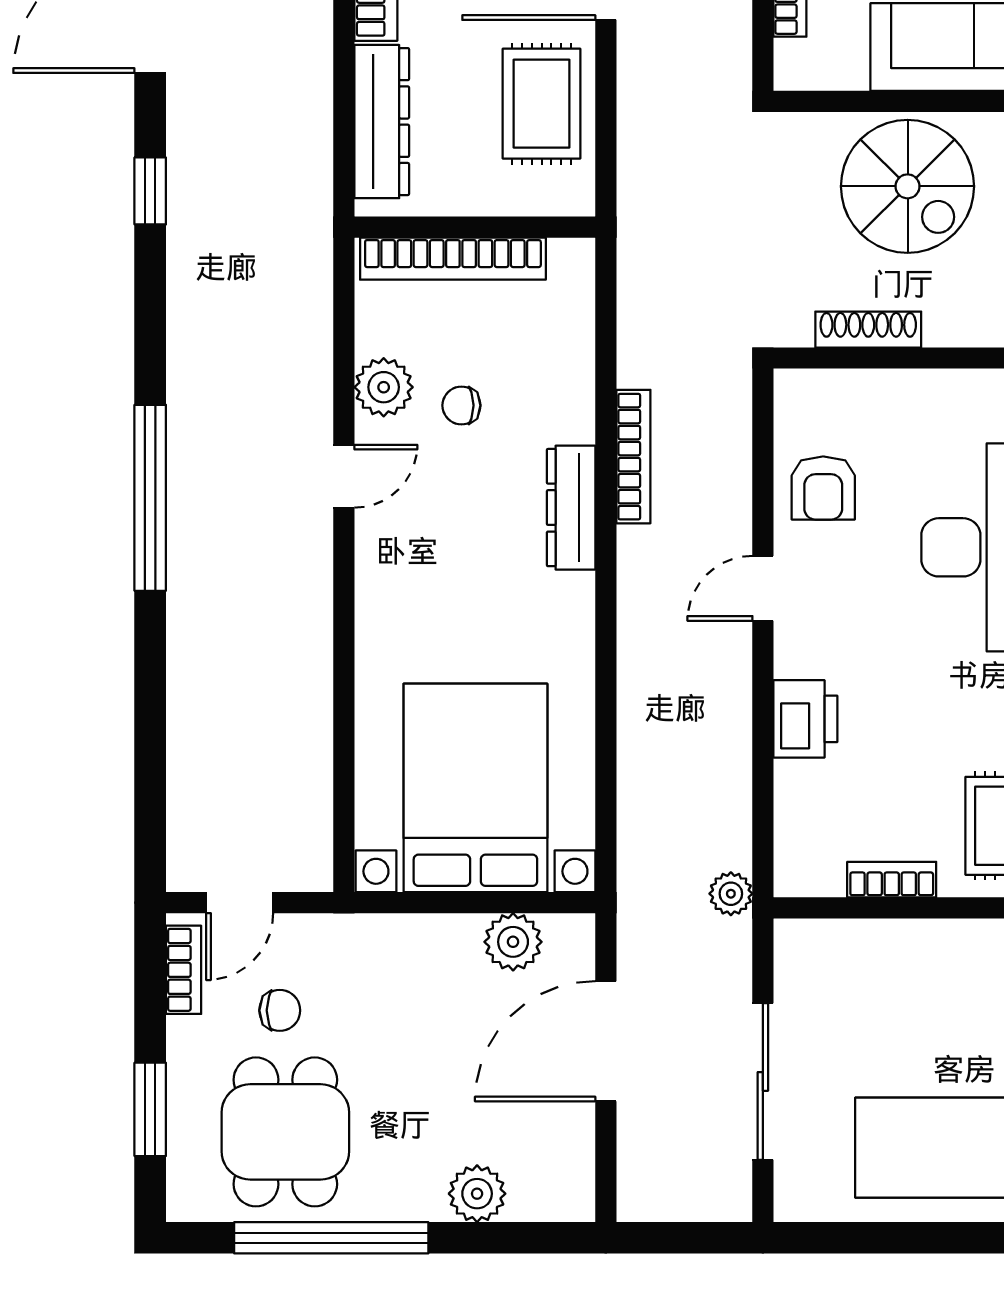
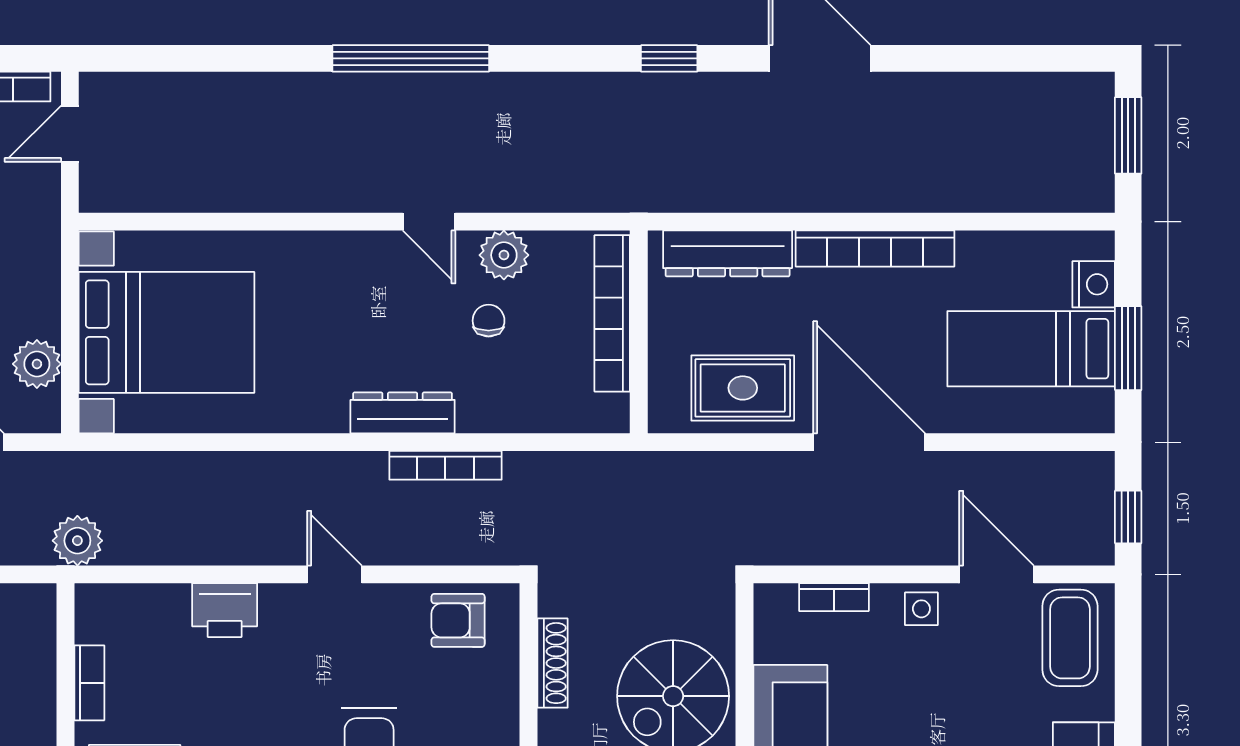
armchair: (823, 488) -> (458, 620), moved
plant: (731, 894) -> (77, 541), width x1.38, depth x1.38
door: (240, 903) -> (70, 134), hinge flipped

